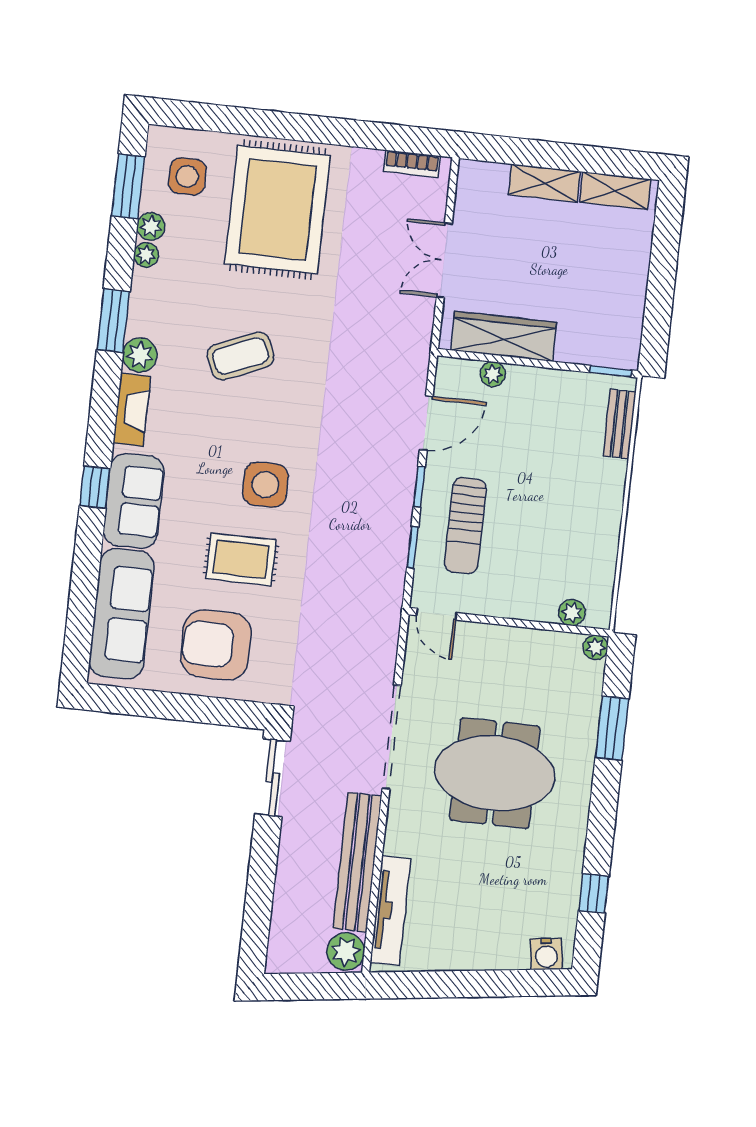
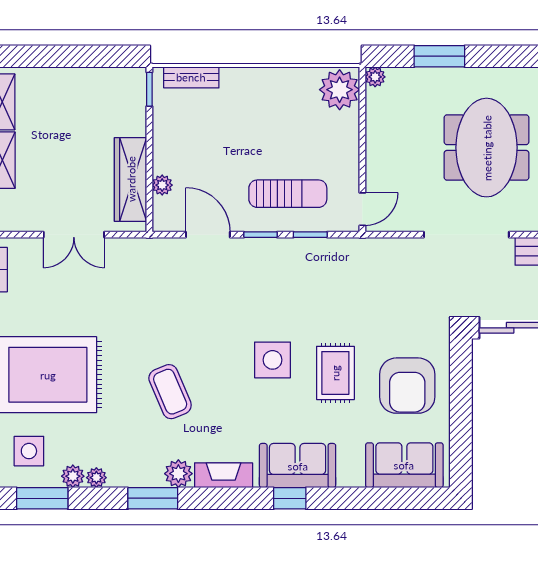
plant: (572, 612) -> (340, 90), width x1.88, depth x1.88
sofa: (122, 614) -> (404, 465), width x0.73

